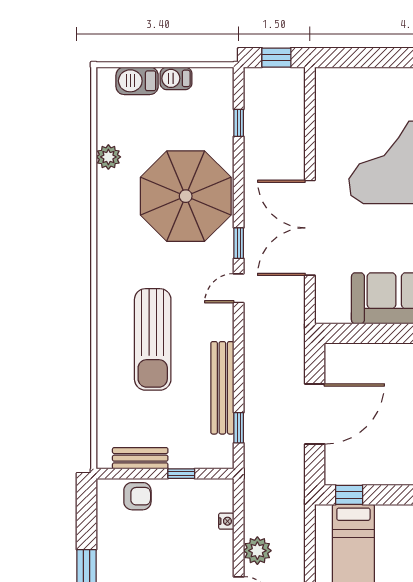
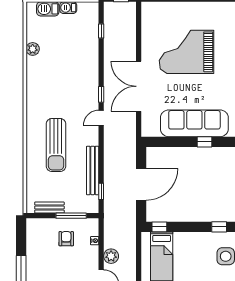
parasol: (186, 196) -> (73, 70), removed
window: (181, 474) -> (71, 216), width x2.17
armchair: (137, 496) -> (66, 239), moved, turned -90

